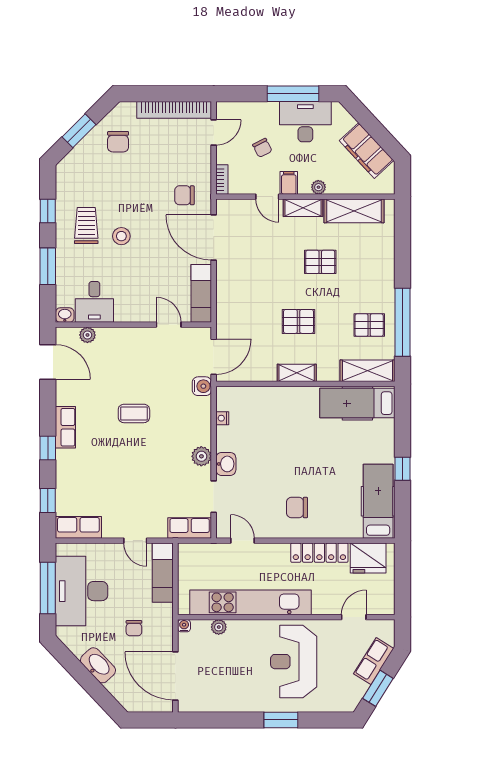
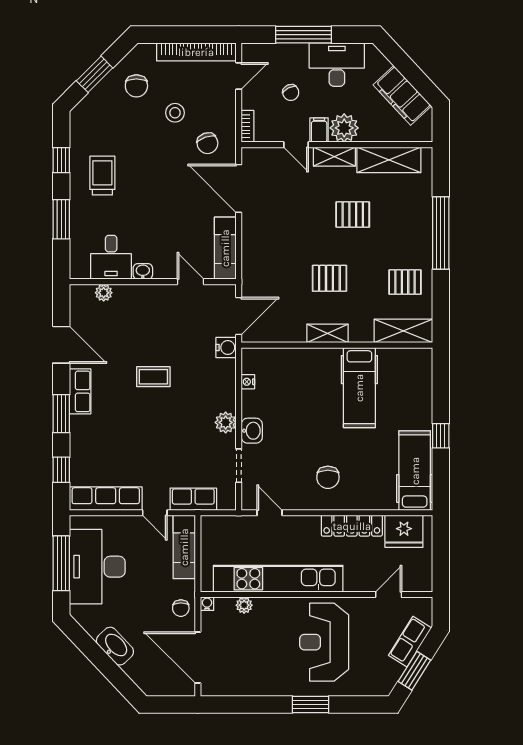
window: (293, 94) -> (304, 35), moved
plant: (318, 187) -> (344, 128), width x1.87, depth x1.87
chair: (184, 195) -> (207, 143), turned -109
stool: (121, 236) -> (175, 113), moved
washbasin: (65, 315) -> (143, 271), moved
window: (403, 322) -> (441, 233), moved
door: (48, 362) -> (61, 345), moved
hospital bed: (357, 403) -> (359, 388), moved, turned -90
window: (48, 448) -> (61, 414), width x1.50
chair: (297, 508) -> (328, 477), turned -90
row of seats: (78, 527) -> (106, 499), width x1.48
row of seats: (190, 528) -> (193, 499), moved
chair: (134, 628) -> (181, 608), moved

